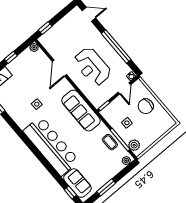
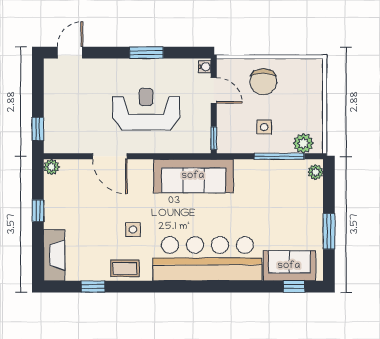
window: (116, 47) -> (146, 53), width x0.47
reception desk: (92, 67) -> (146, 109), turned 180
coffee table: (110, 142) -> (125, 268), moved

